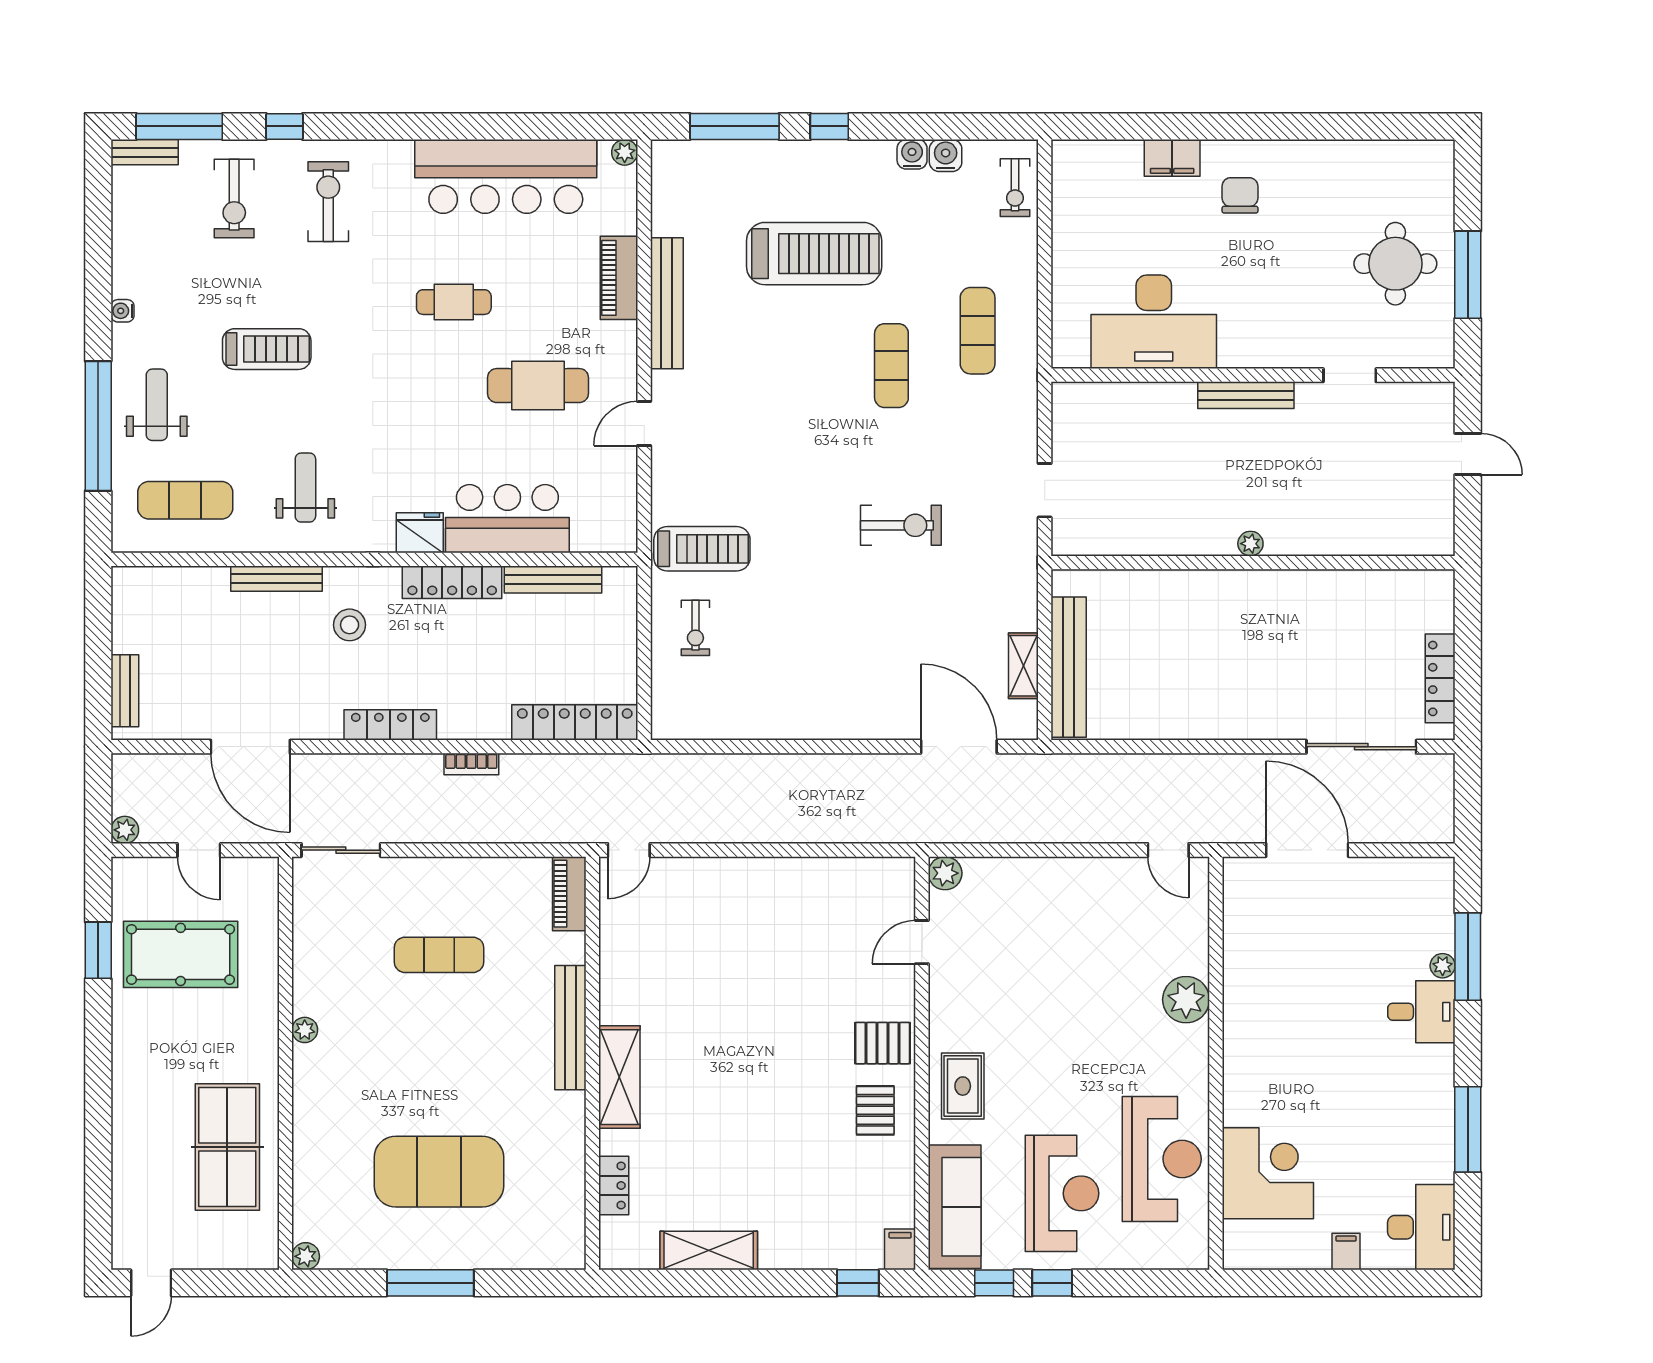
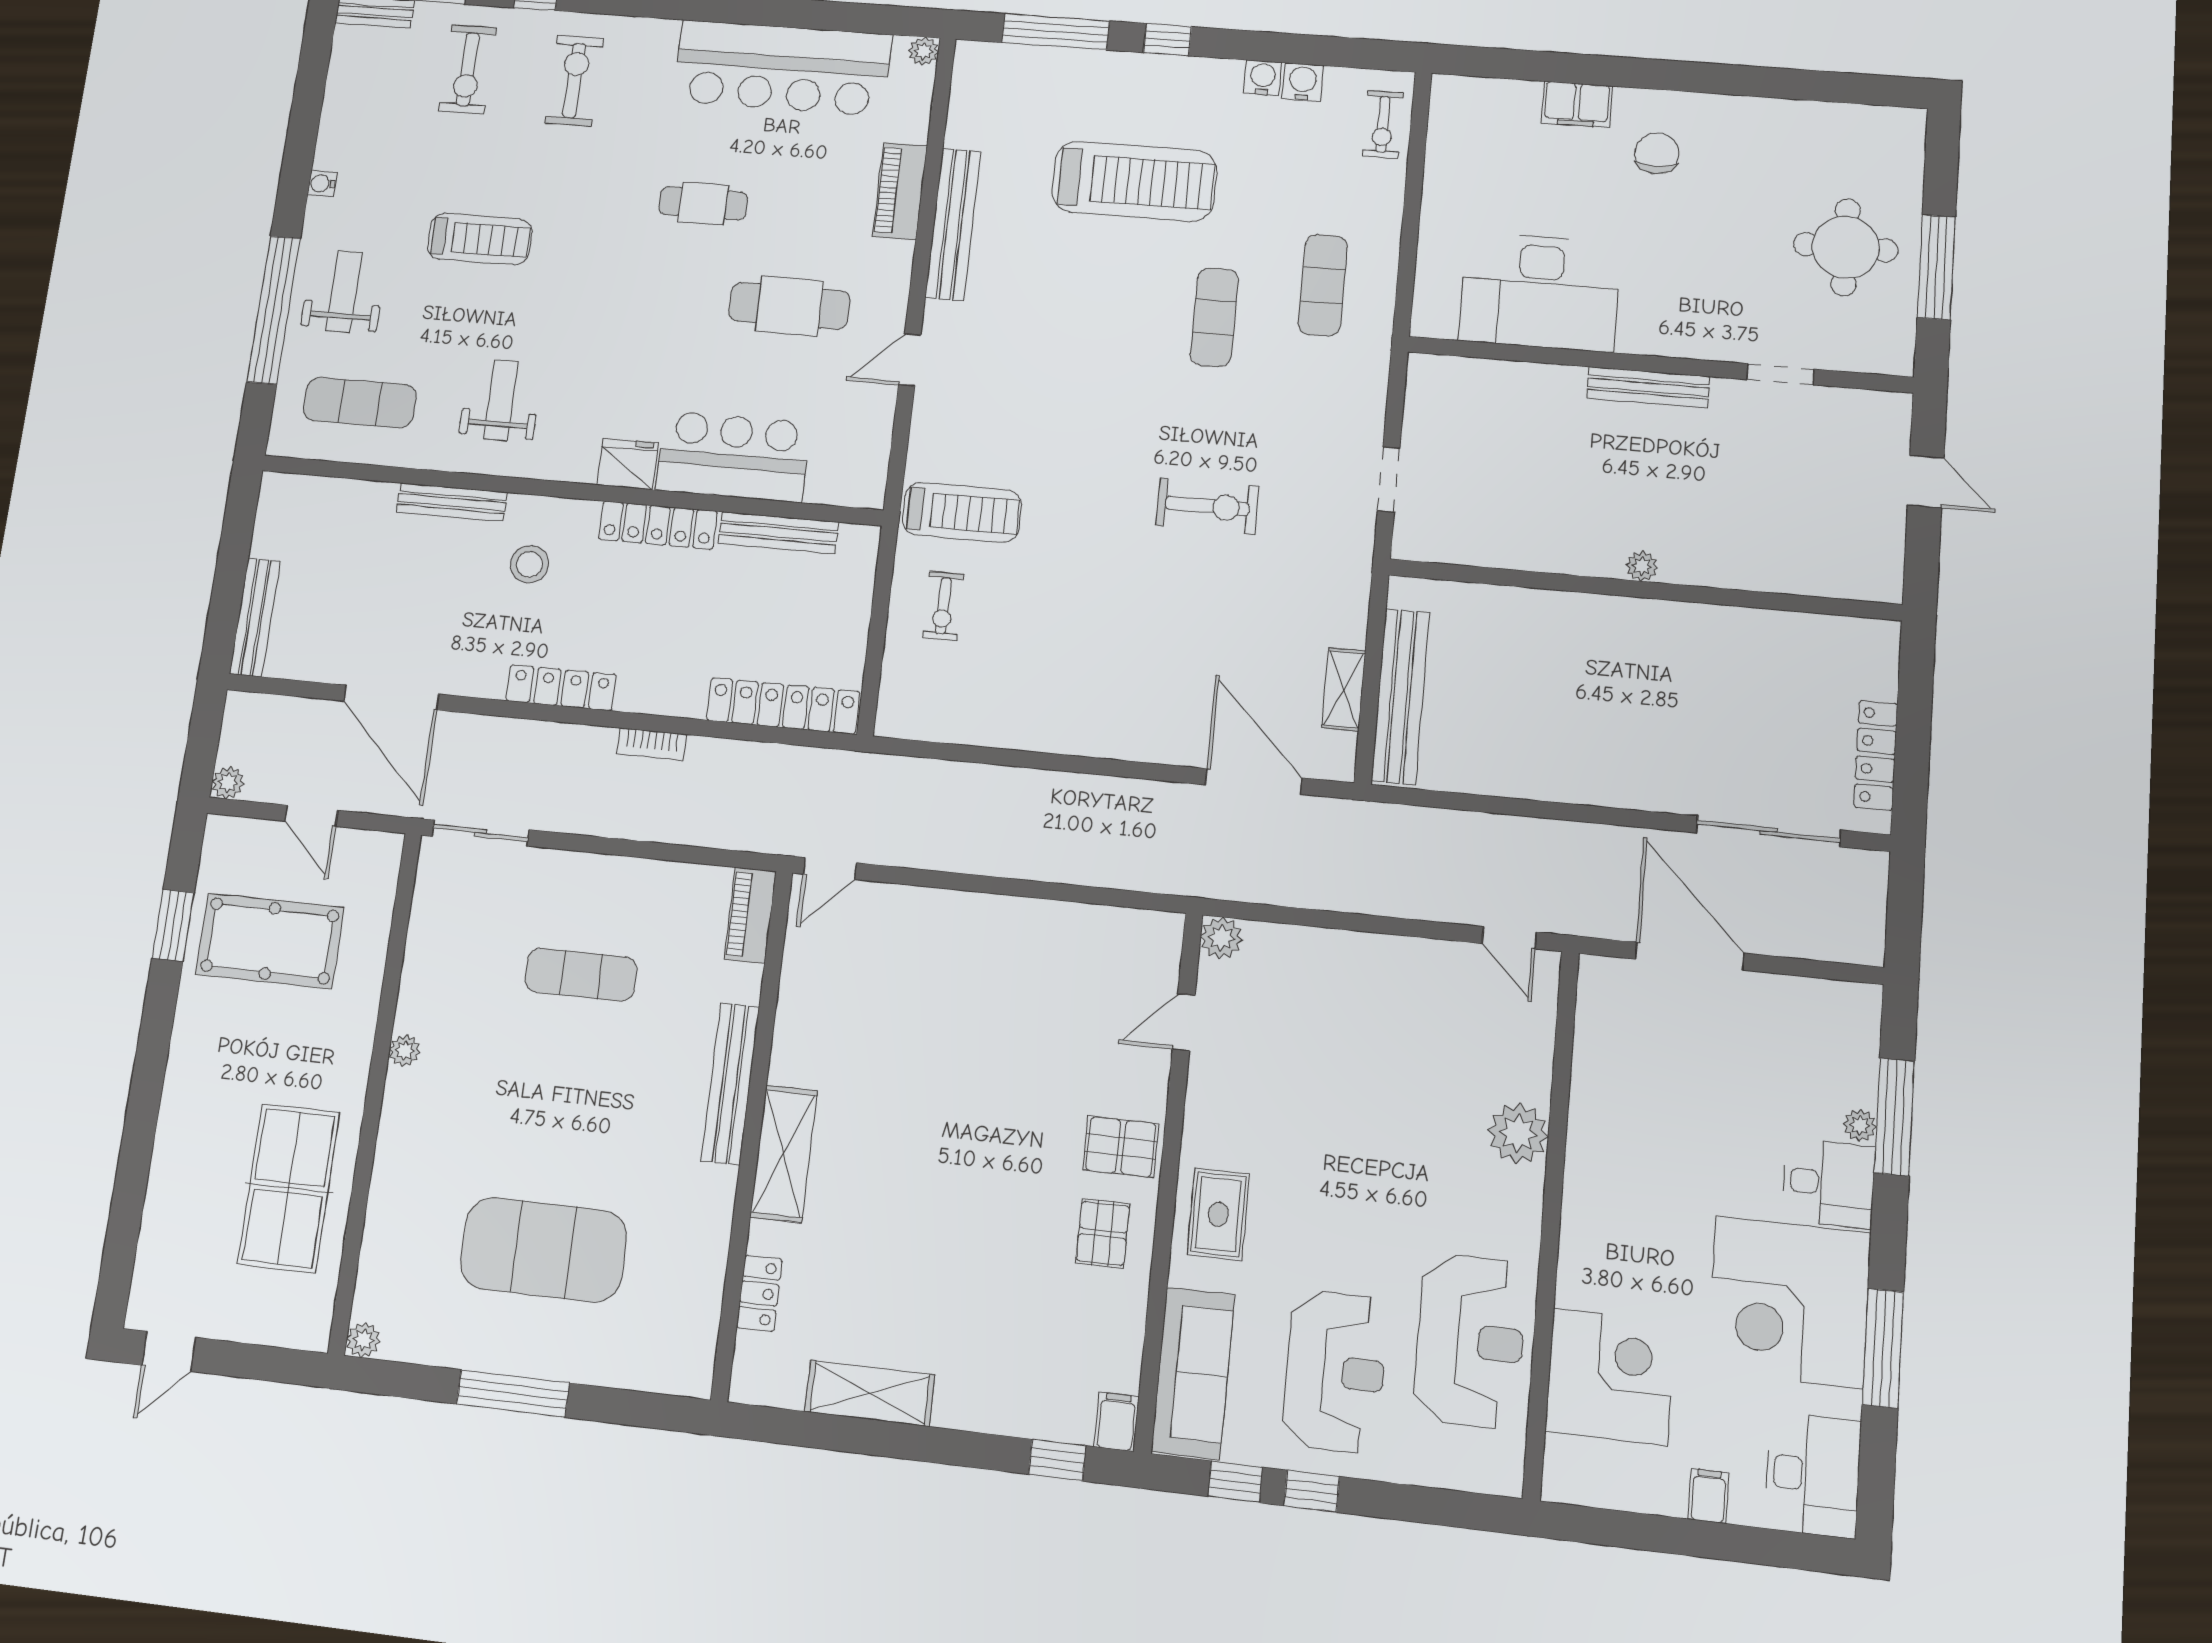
bench: (125, 691) -> (255, 617), width x1.36
corner desk: (1397, 1103) -> (1789, 1302), added

